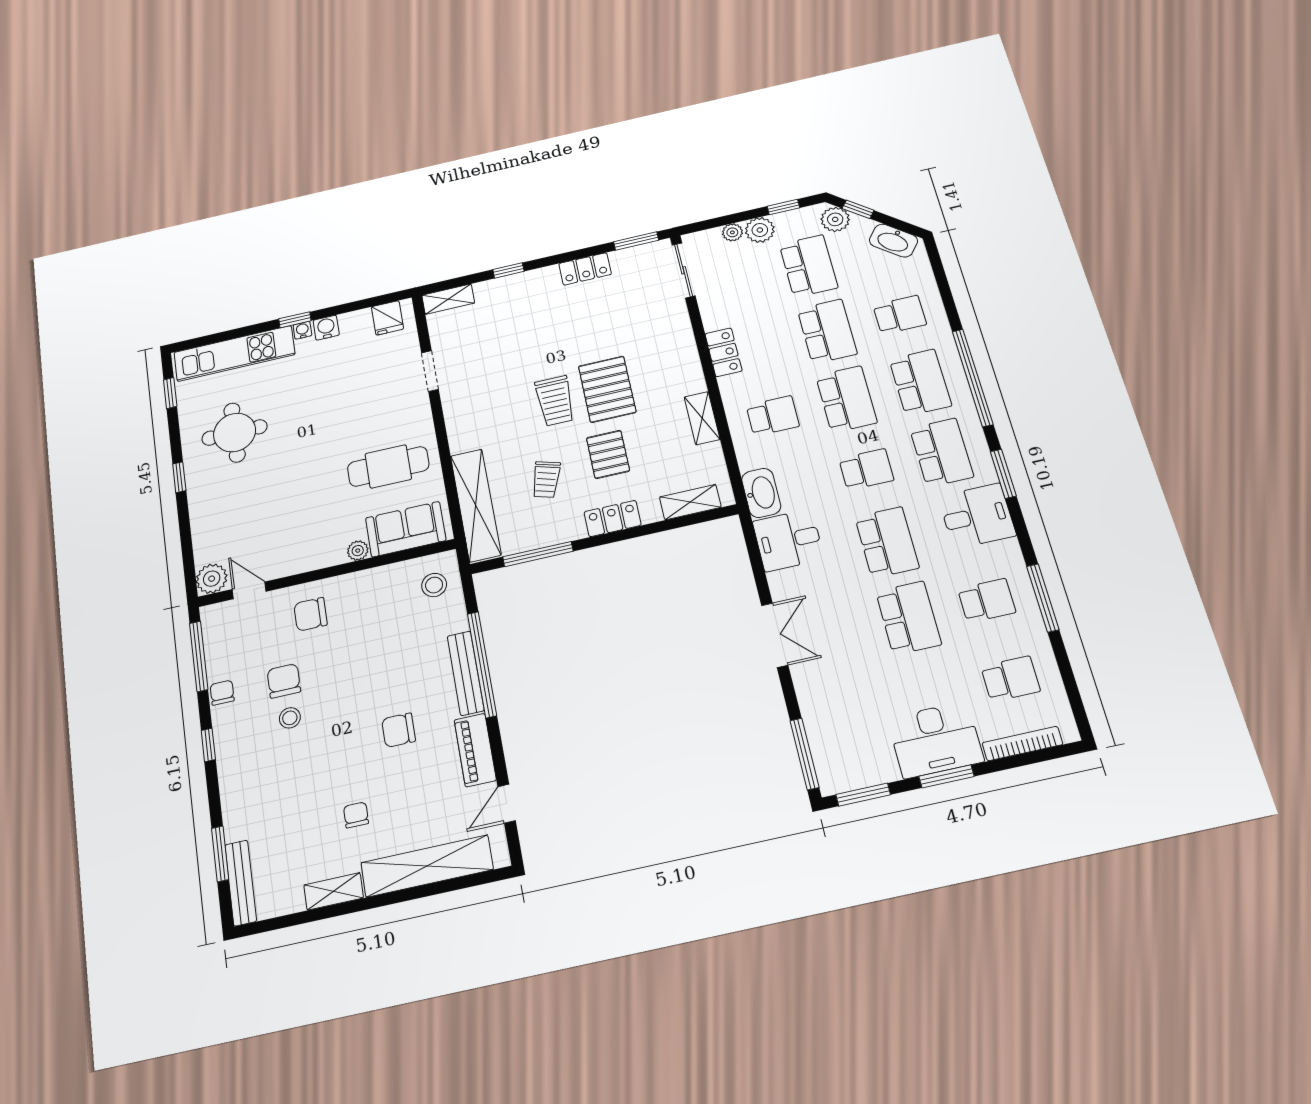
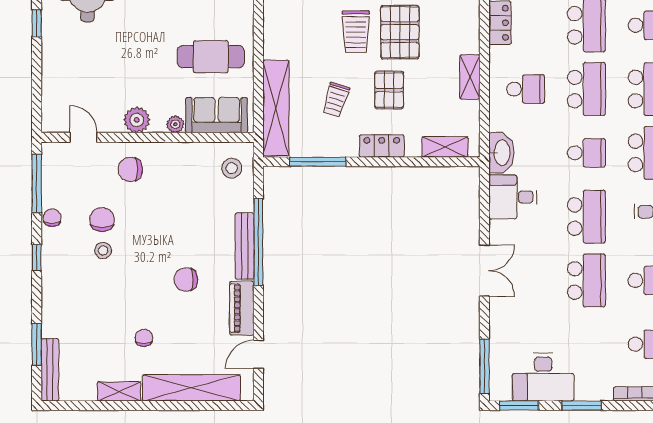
plant: (212, 579) -> (137, 120), moved
desk: (935, 740) -> (543, 377), moved

